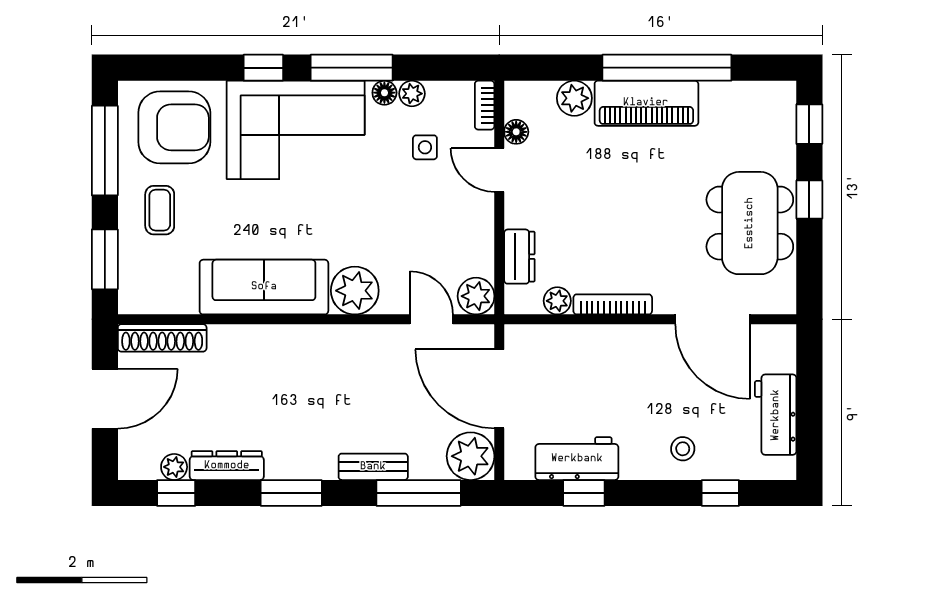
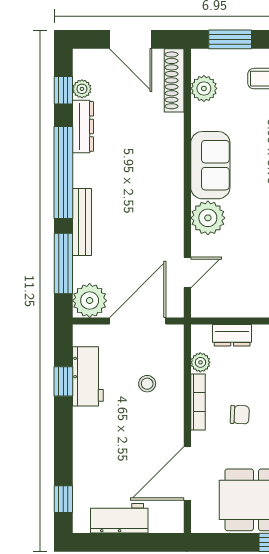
chair: (630, 246) -> (240, 415), added
sofa: (264, 287) -> (210, 165), width x0.73
plant: (476, 296) -> (204, 88), moved
stool: (683, 449) -> (147, 384), moved
bench: (373, 467) -> (82, 222), width x1.36
window: (291, 493) -> (63, 172), width x2.11
window: (720, 493) -> (63, 499), moved

